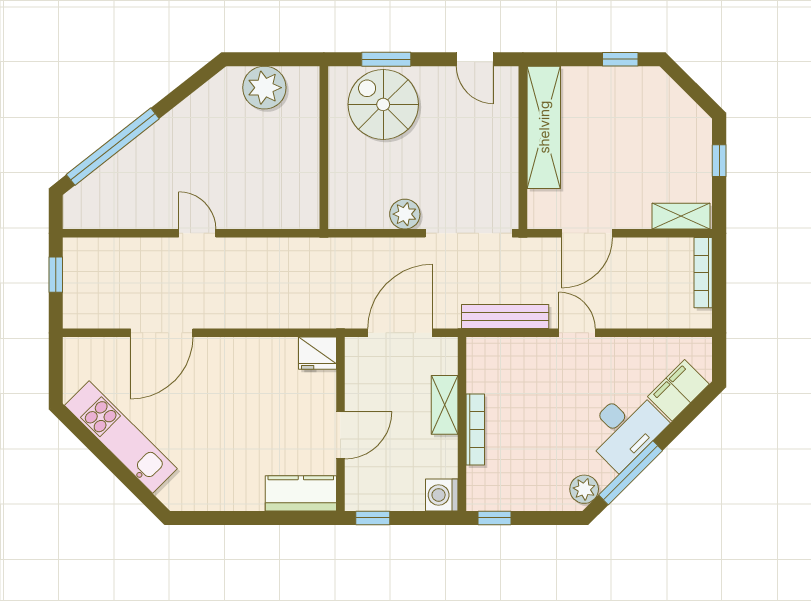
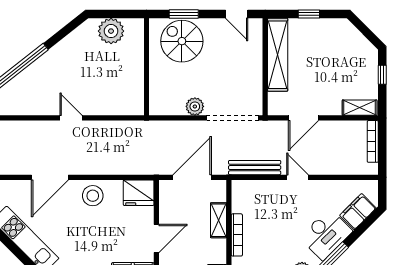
window: (620, 59) -> (309, 14), moved
fridge: (317, 353) -> (139, 193), width x1.36, depth x1.34
stool: (234, 364) -> (93, 196), added

